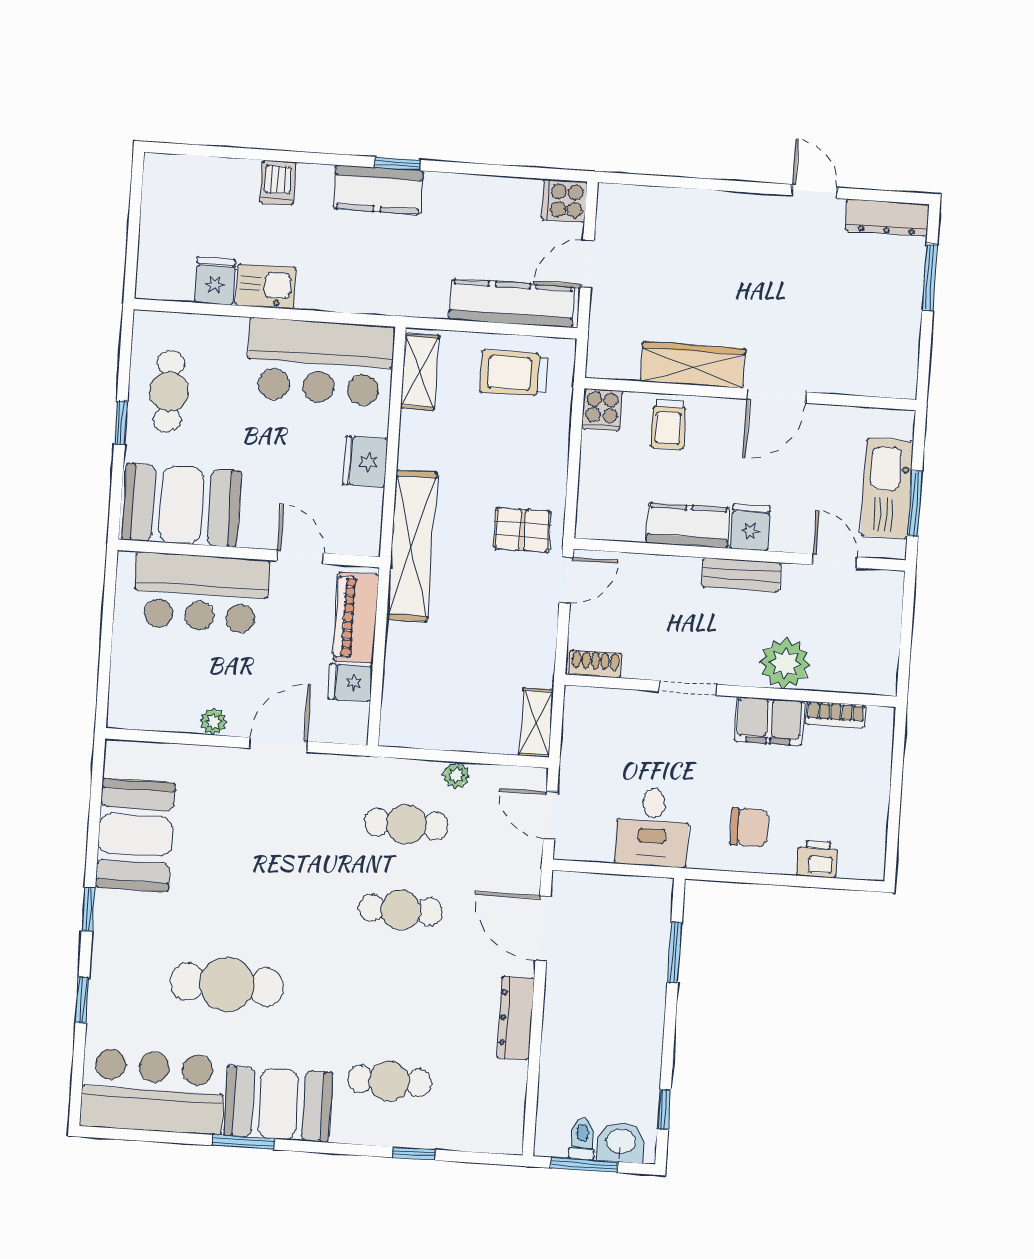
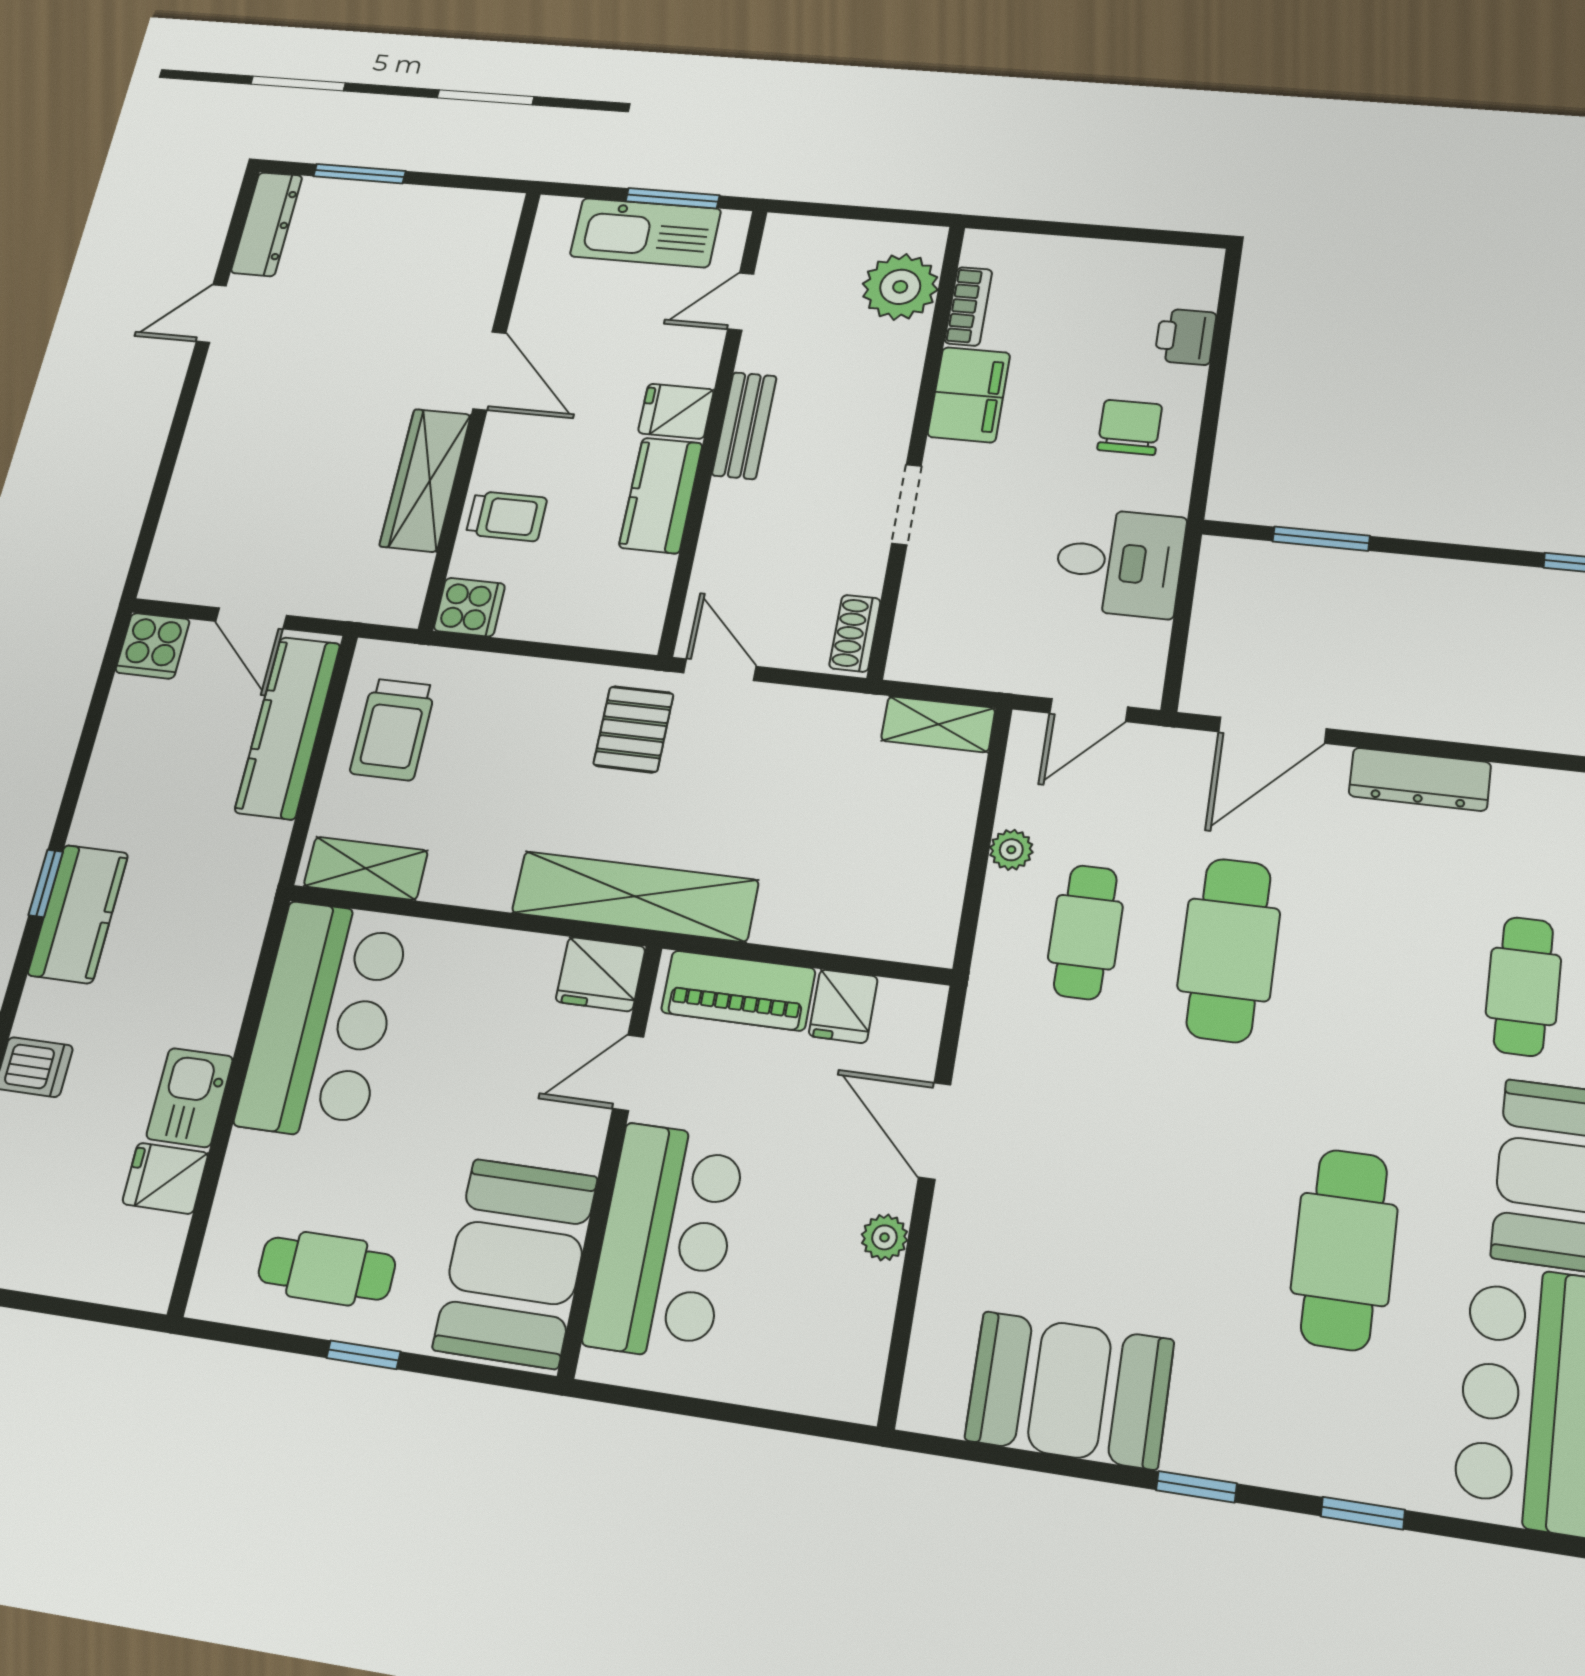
fridge: (365, 462) -> (600, 974), moved
plant: (785, 663) -> (900, 287), moved
cafe table: (401, 910) -> (1229, 950), width x1.37, depth x1.35

